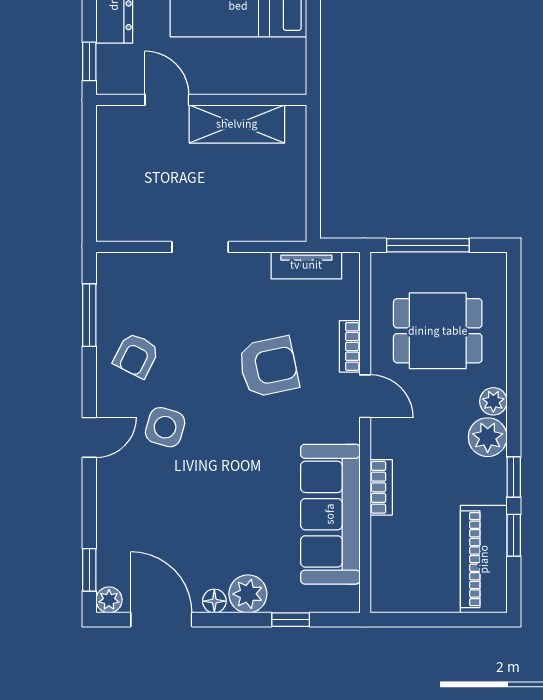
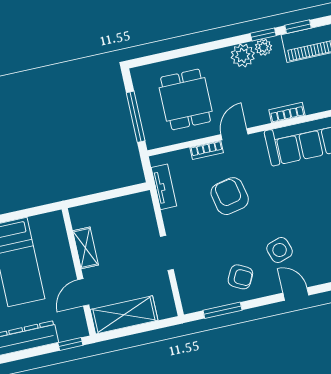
shelving: (237, 124) -> (86, 248), width x0.67, depth x0.75
shelving: (117, 157) -> (124, 315), added
plant: (493, 401) -> (263, 47), moved
side table: (165, 427) -> (280, 250), turned -34

